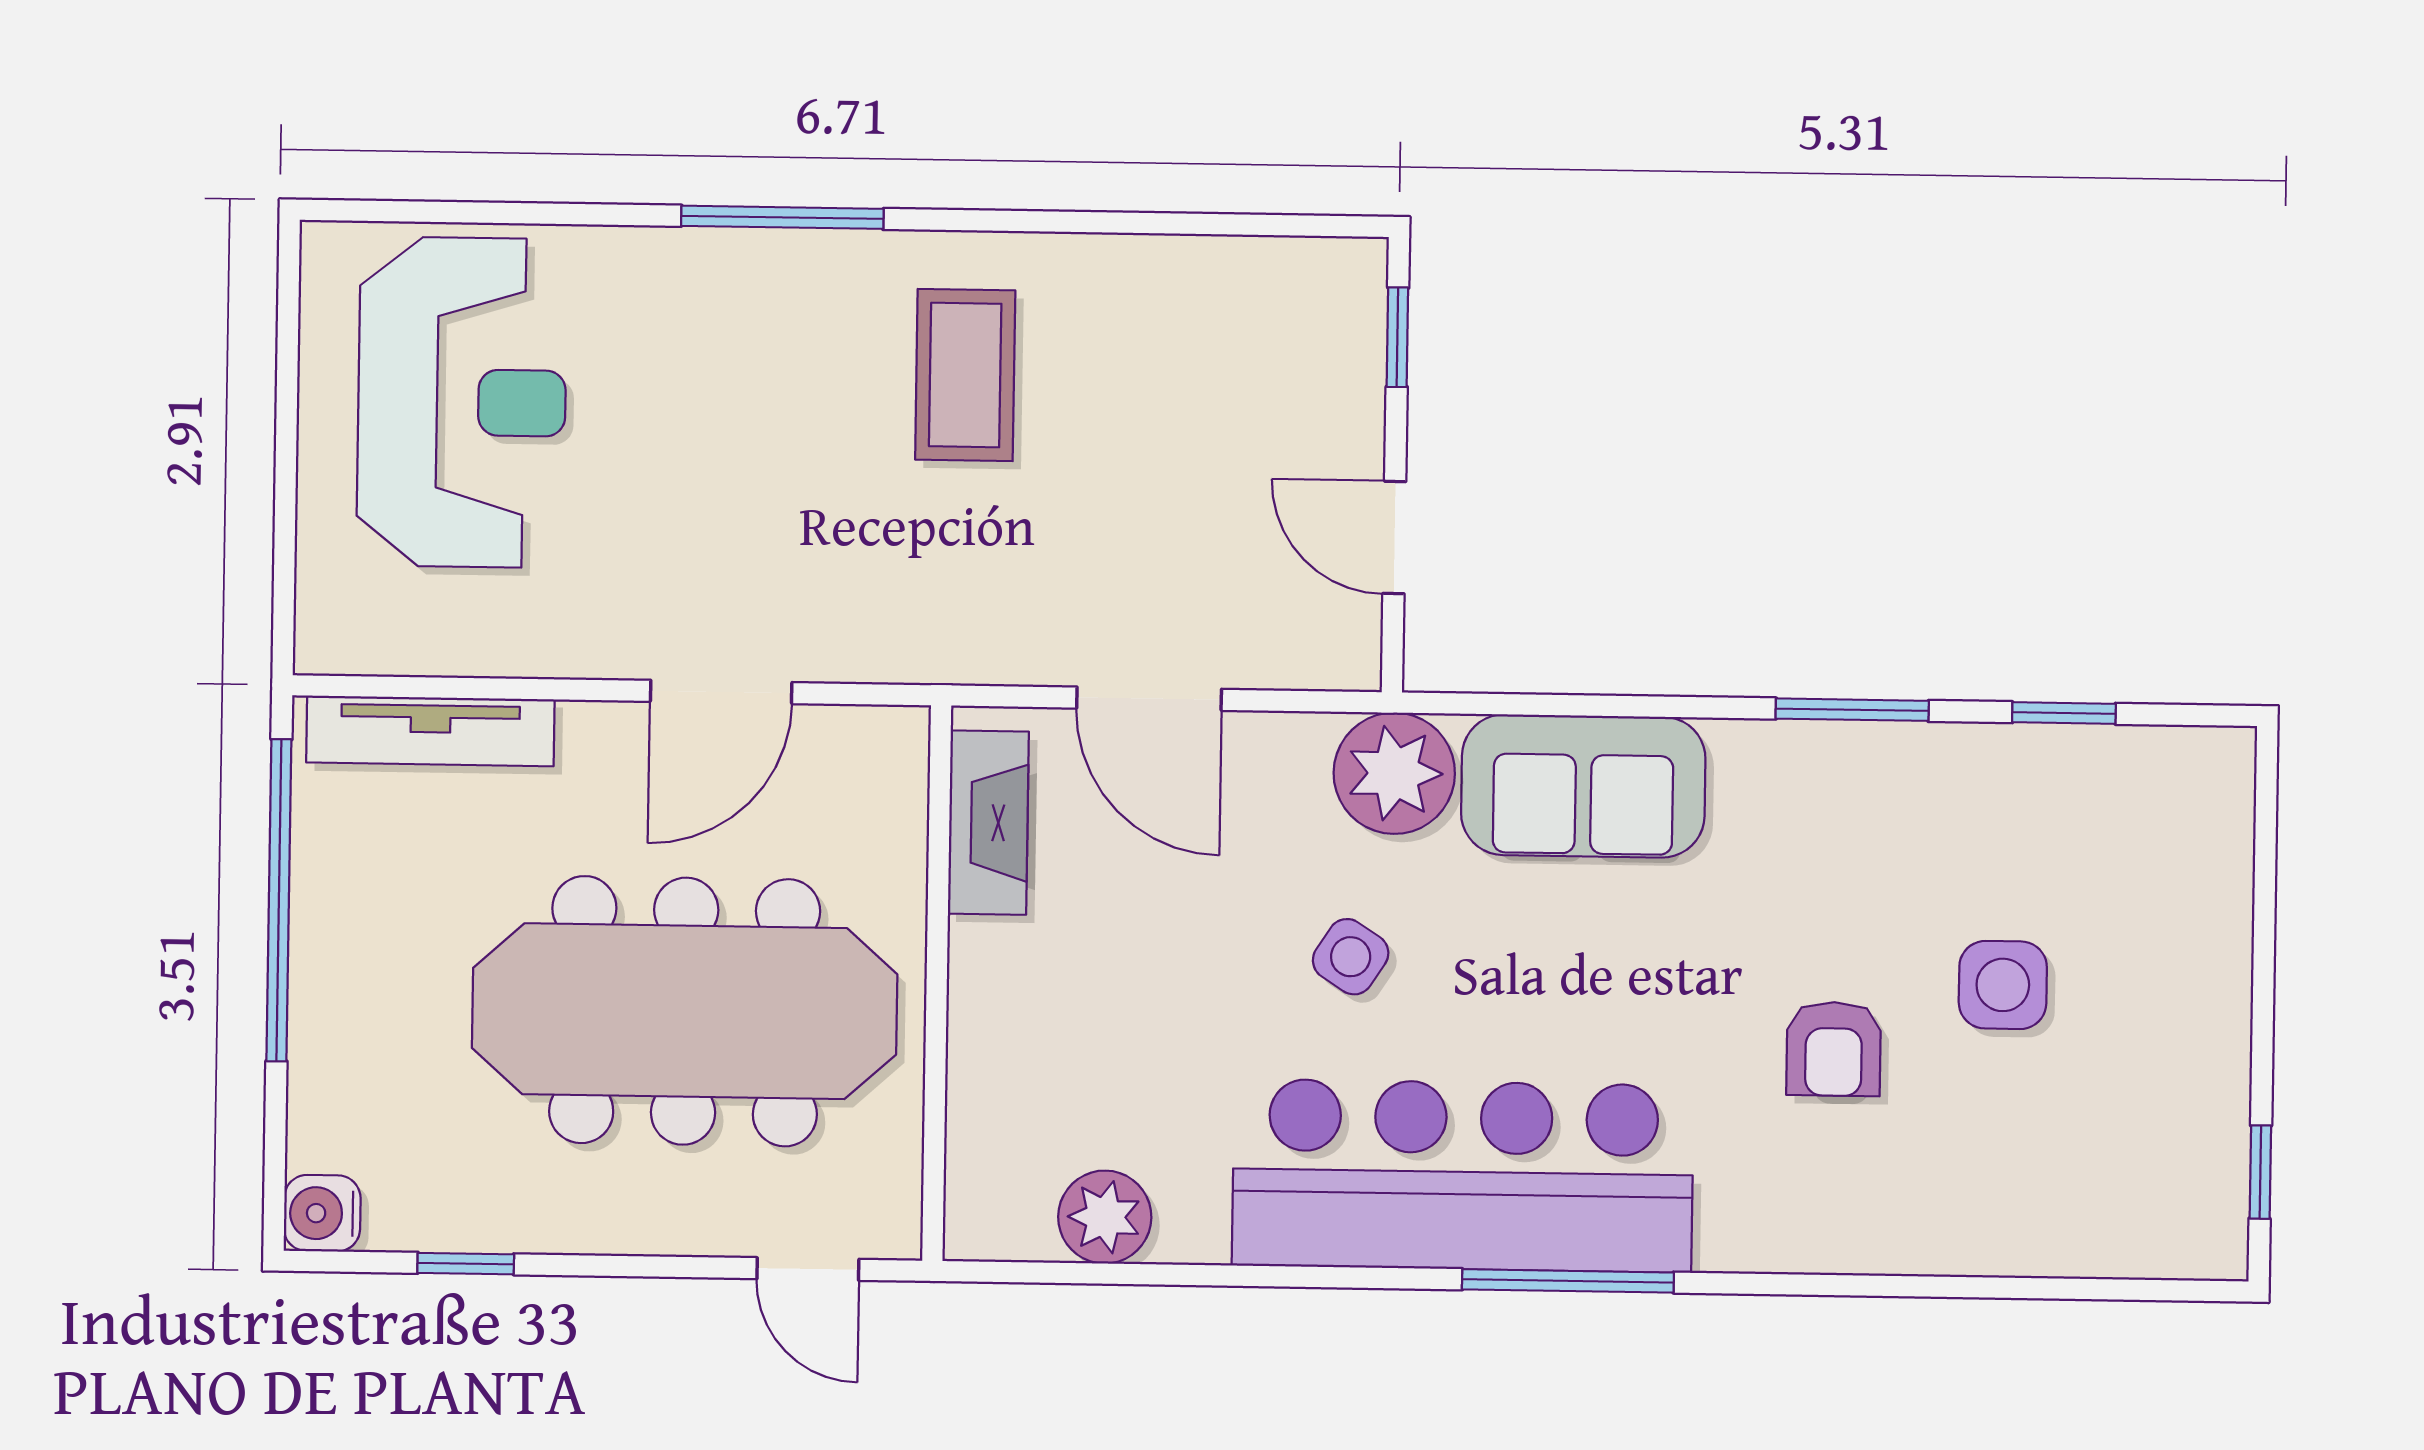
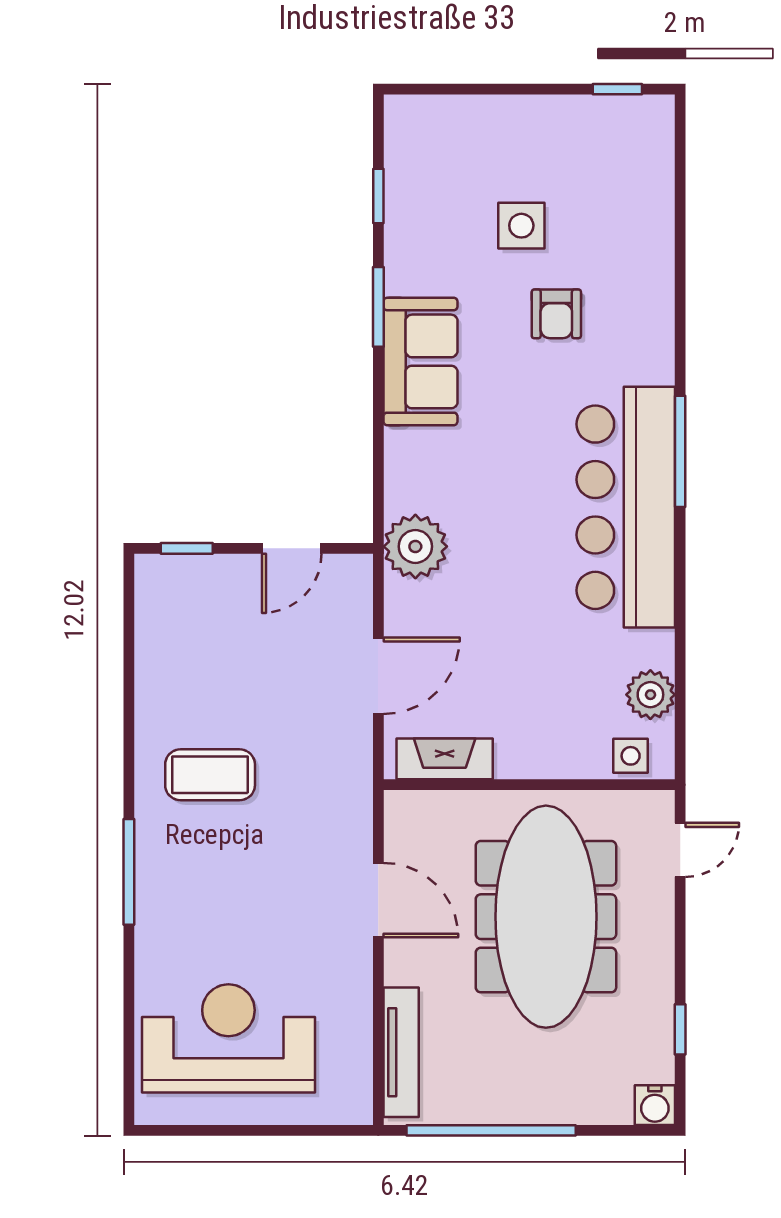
sofa: (1583, 786) -> (420, 361), moved
side table: (1351, 957) -> (631, 756), moved, turned -33
armchair: (1834, 1049) -> (556, 314), turned 90

